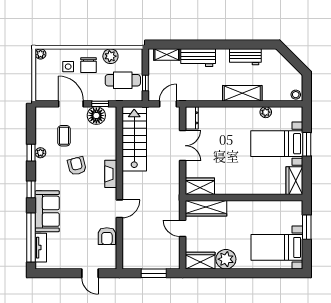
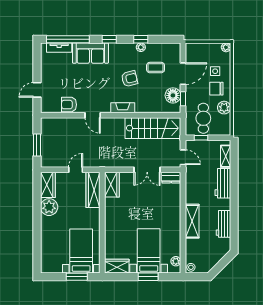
plant: (266, 112) -> (176, 261), moved
bed with nightstands: (277, 247) -> (81, 251), moved

